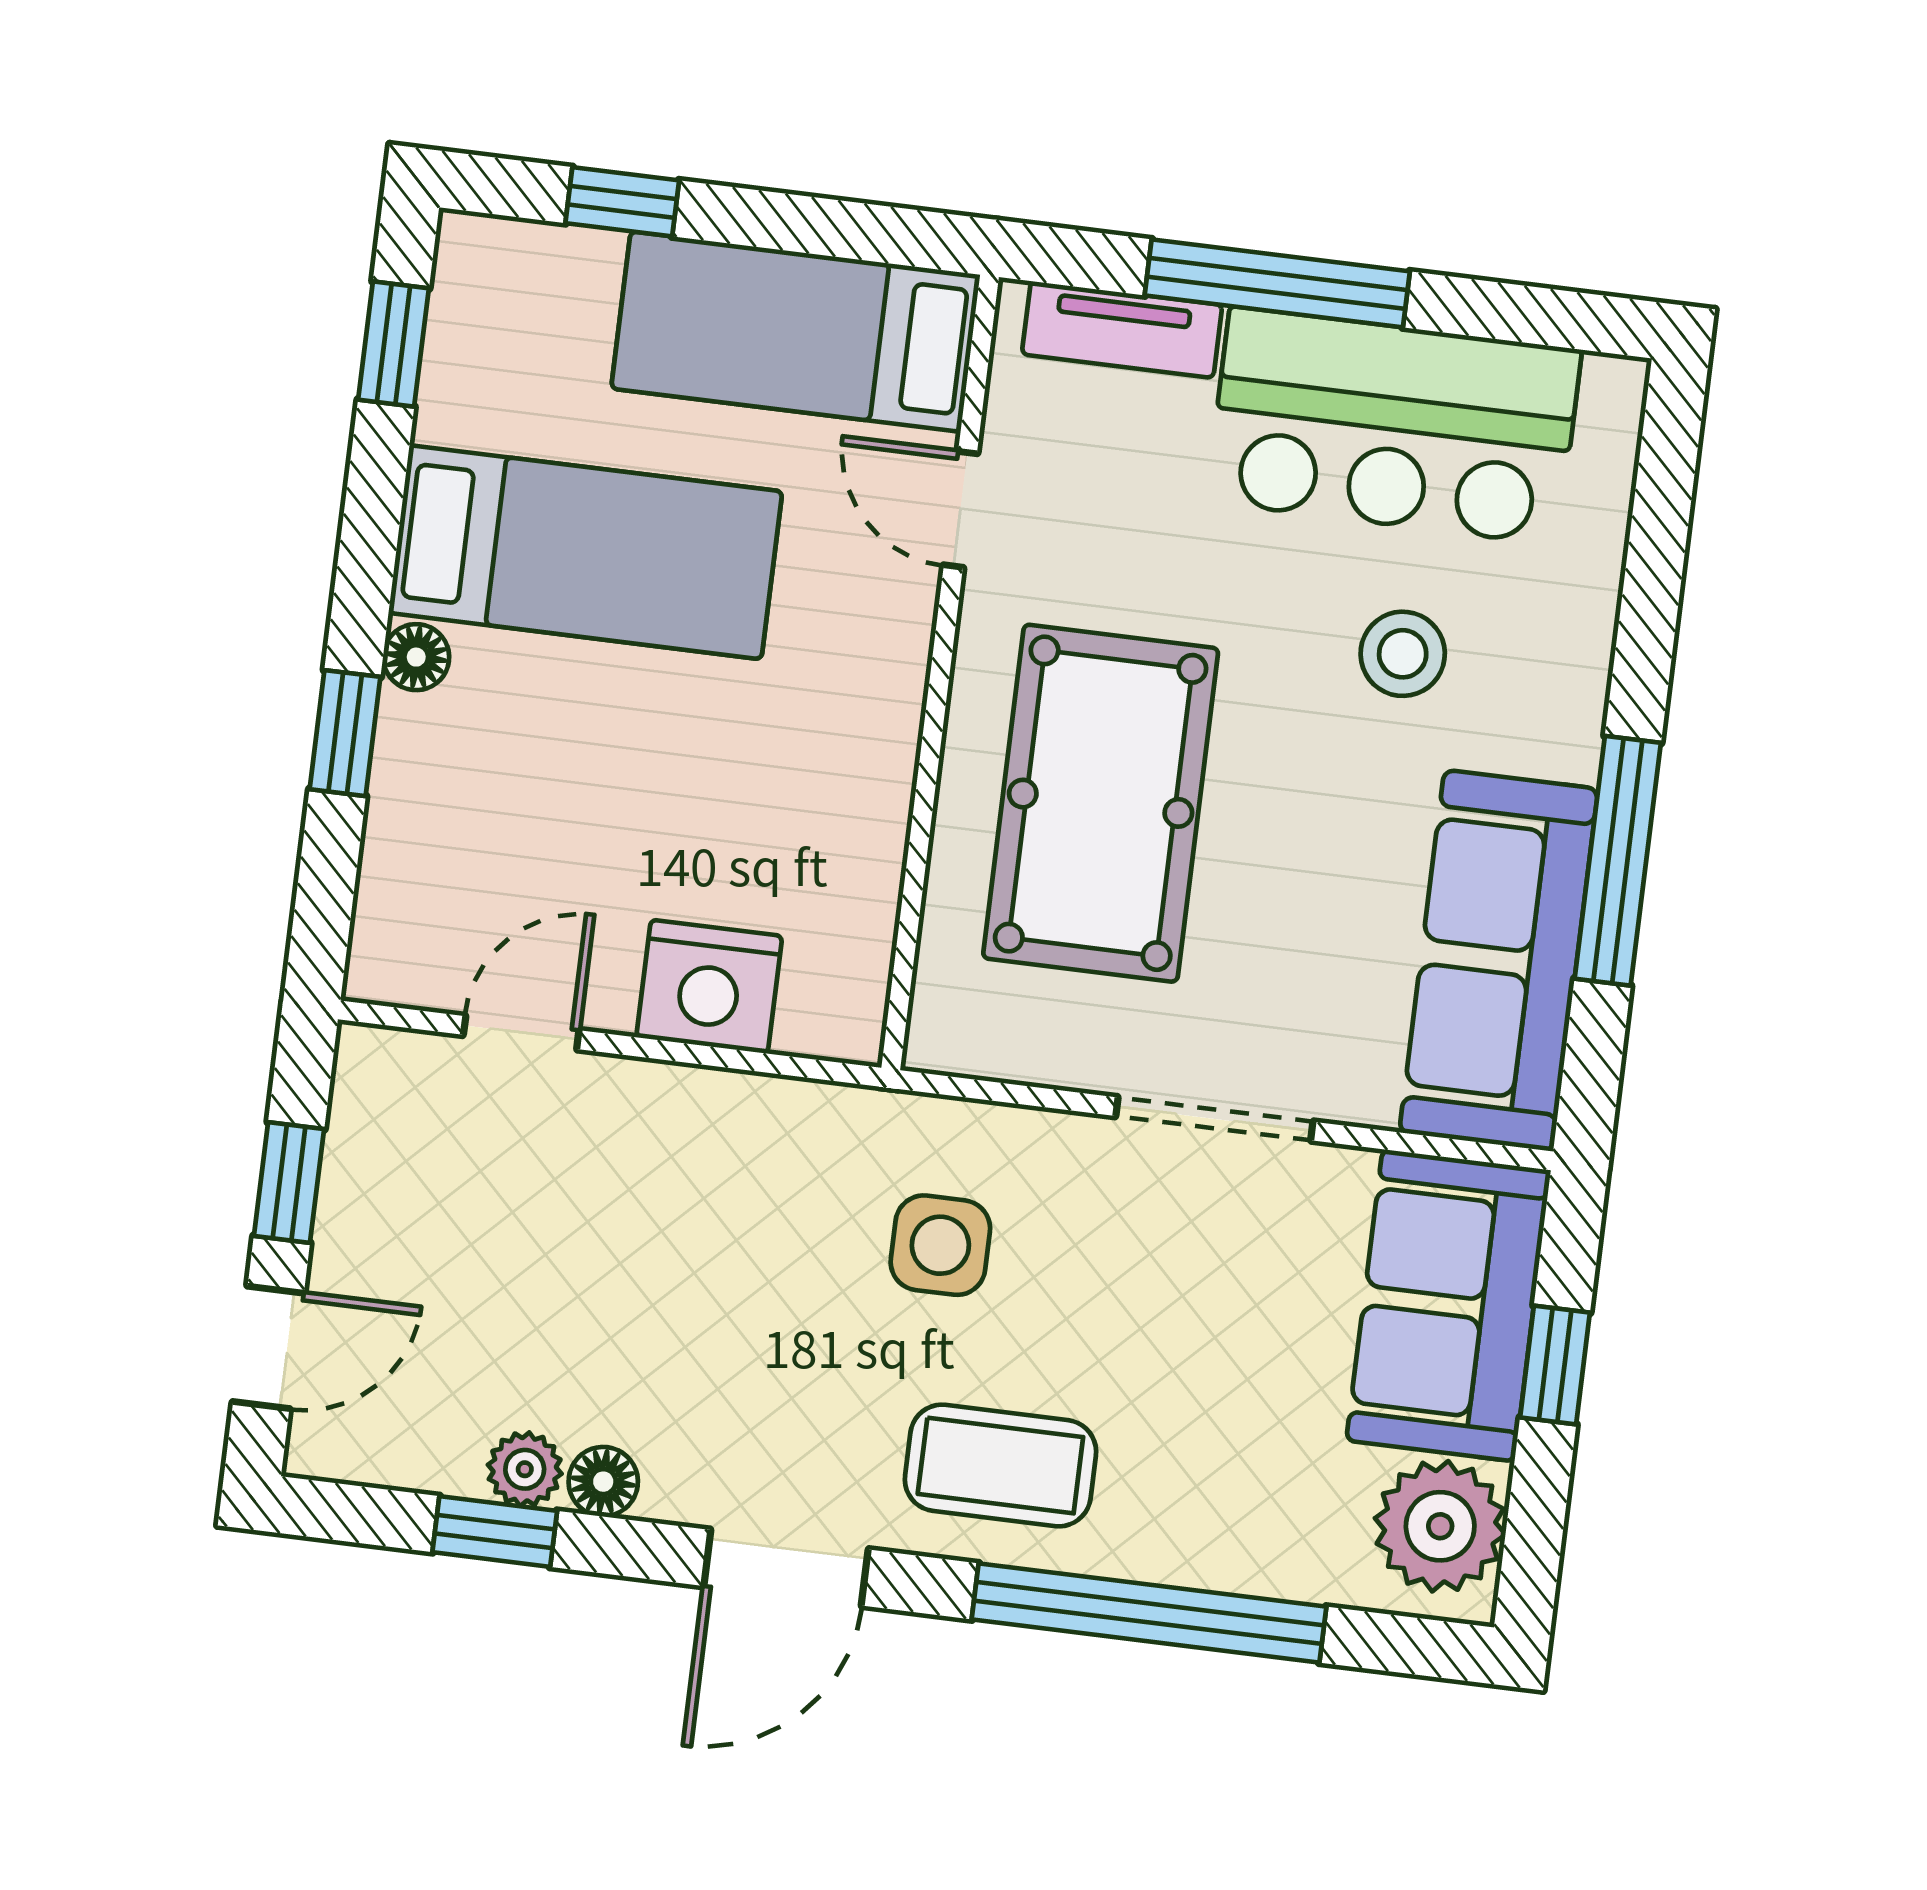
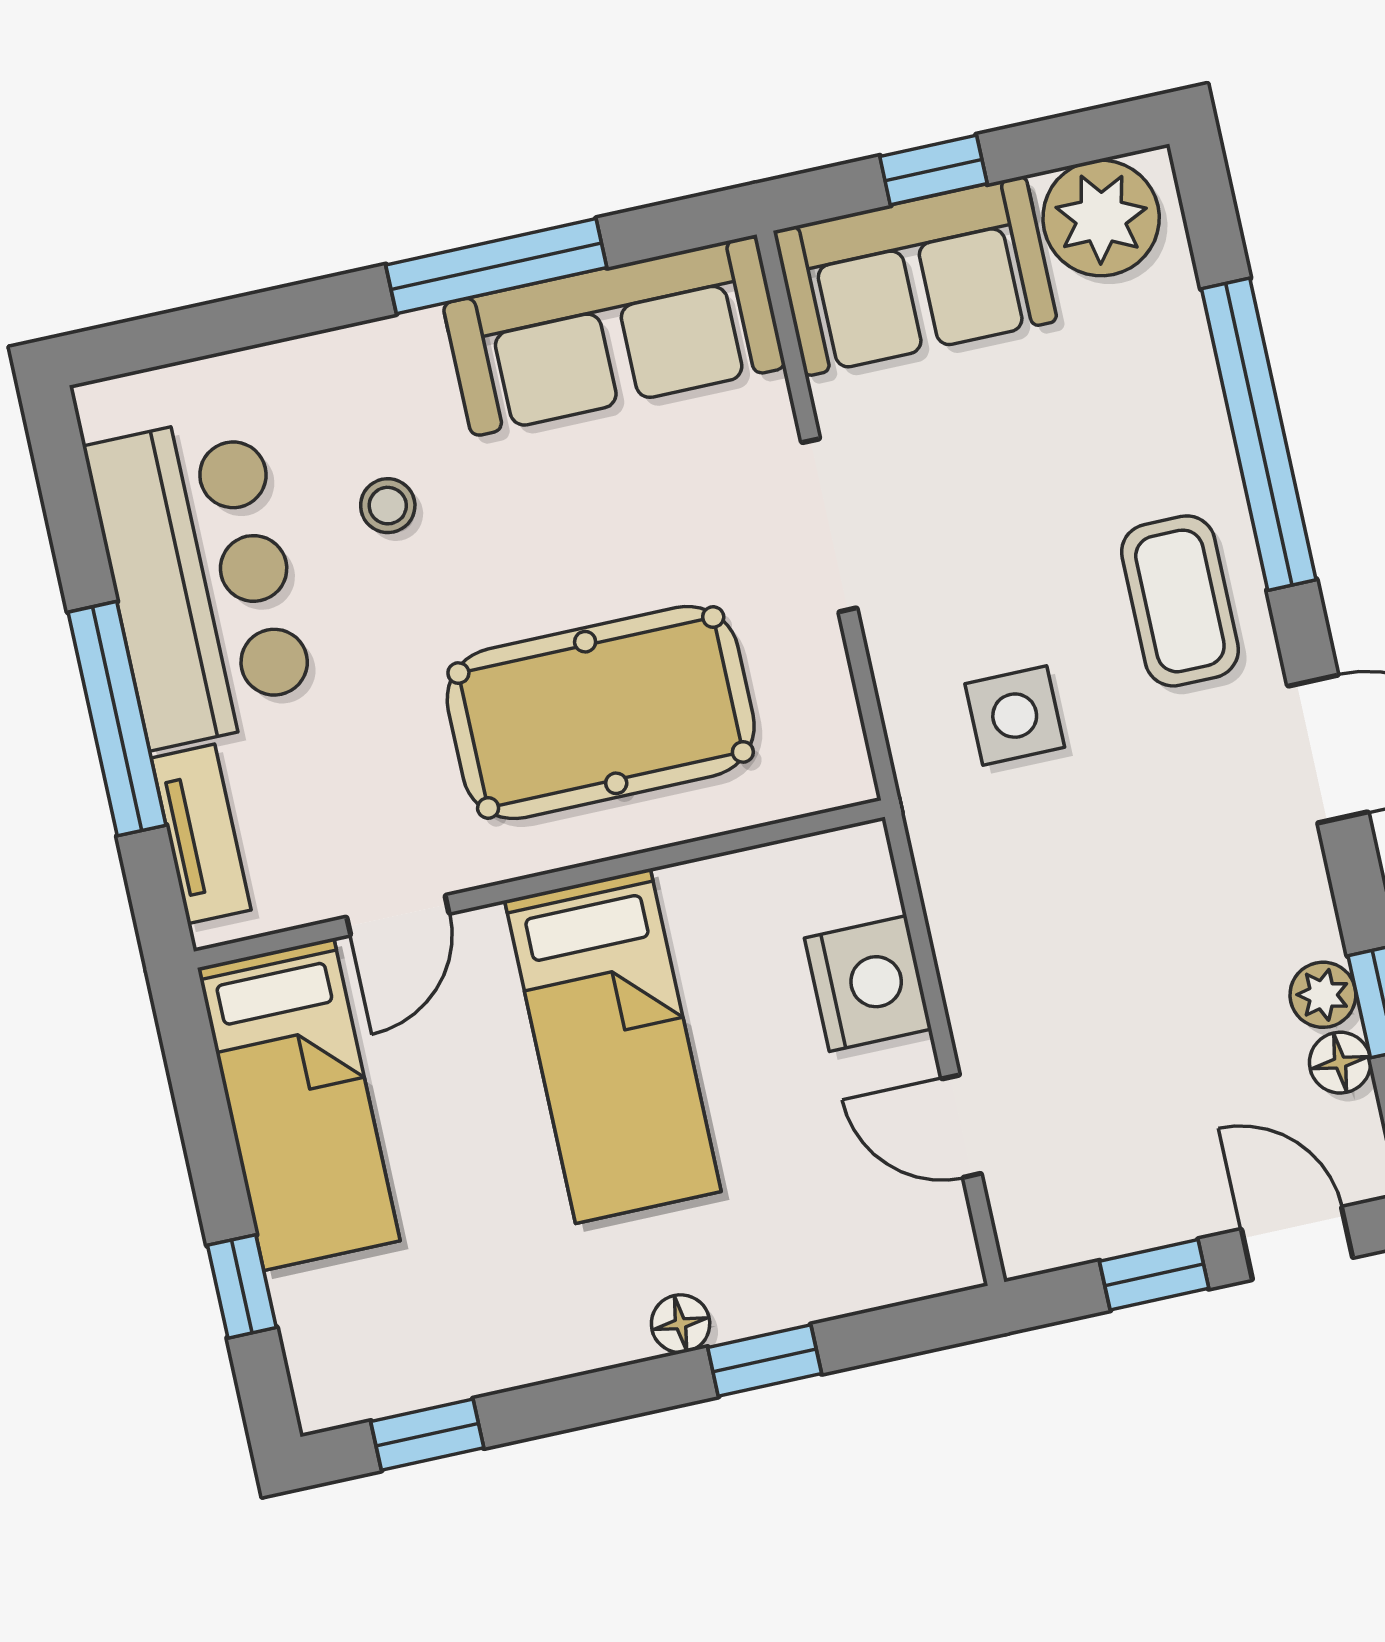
bed: (585, 552) -> (613, 1046), moved, turned 180
stool: (1403, 654) -> (388, 506), width x0.73, depth x0.73
floor lamp: (603, 1482) -> (1340, 1063), moved

